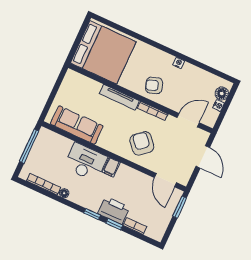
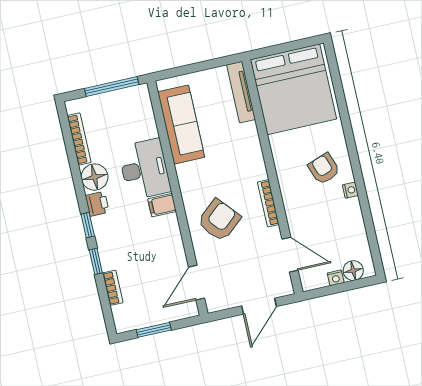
armchair: (154, 85) -> (324, 169), moved
tv unit: (119, 97) -> (241, 92), moved
floor lamp: (64, 193) -> (95, 177), width x1.89, depth x1.89
window: (180, 207) -> (154, 330), moved
printer: (114, 210) -> (97, 204), moved, width x0.53, depth x0.68

